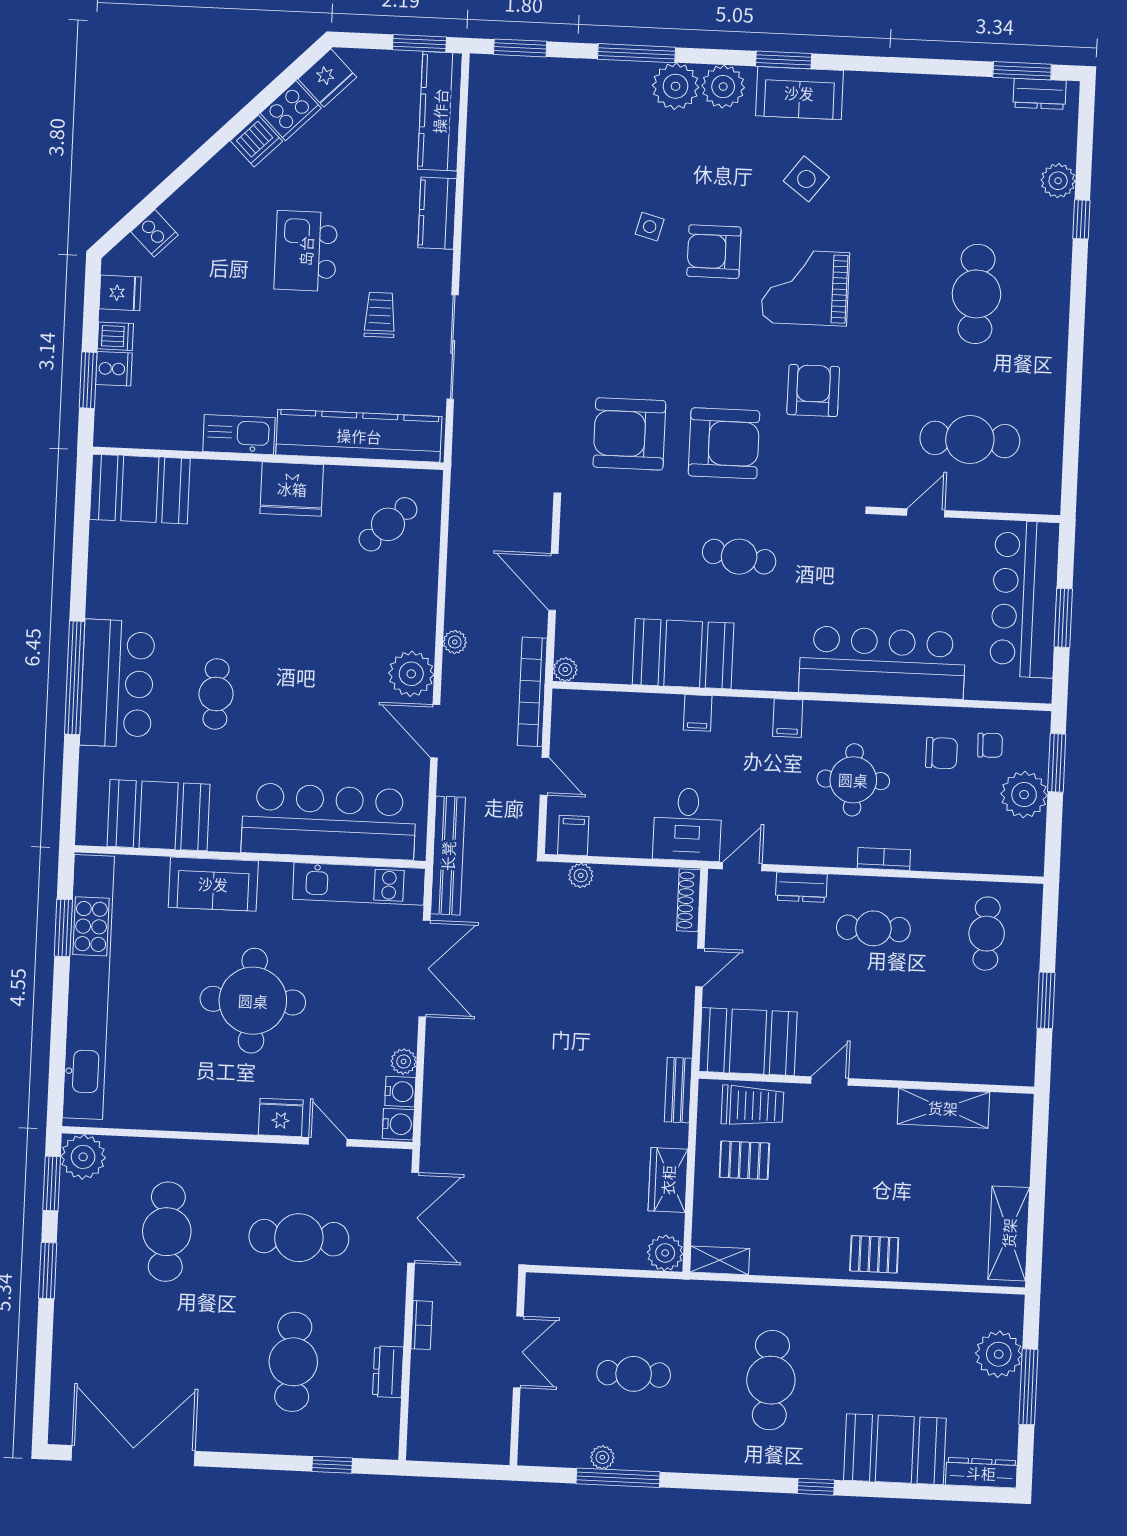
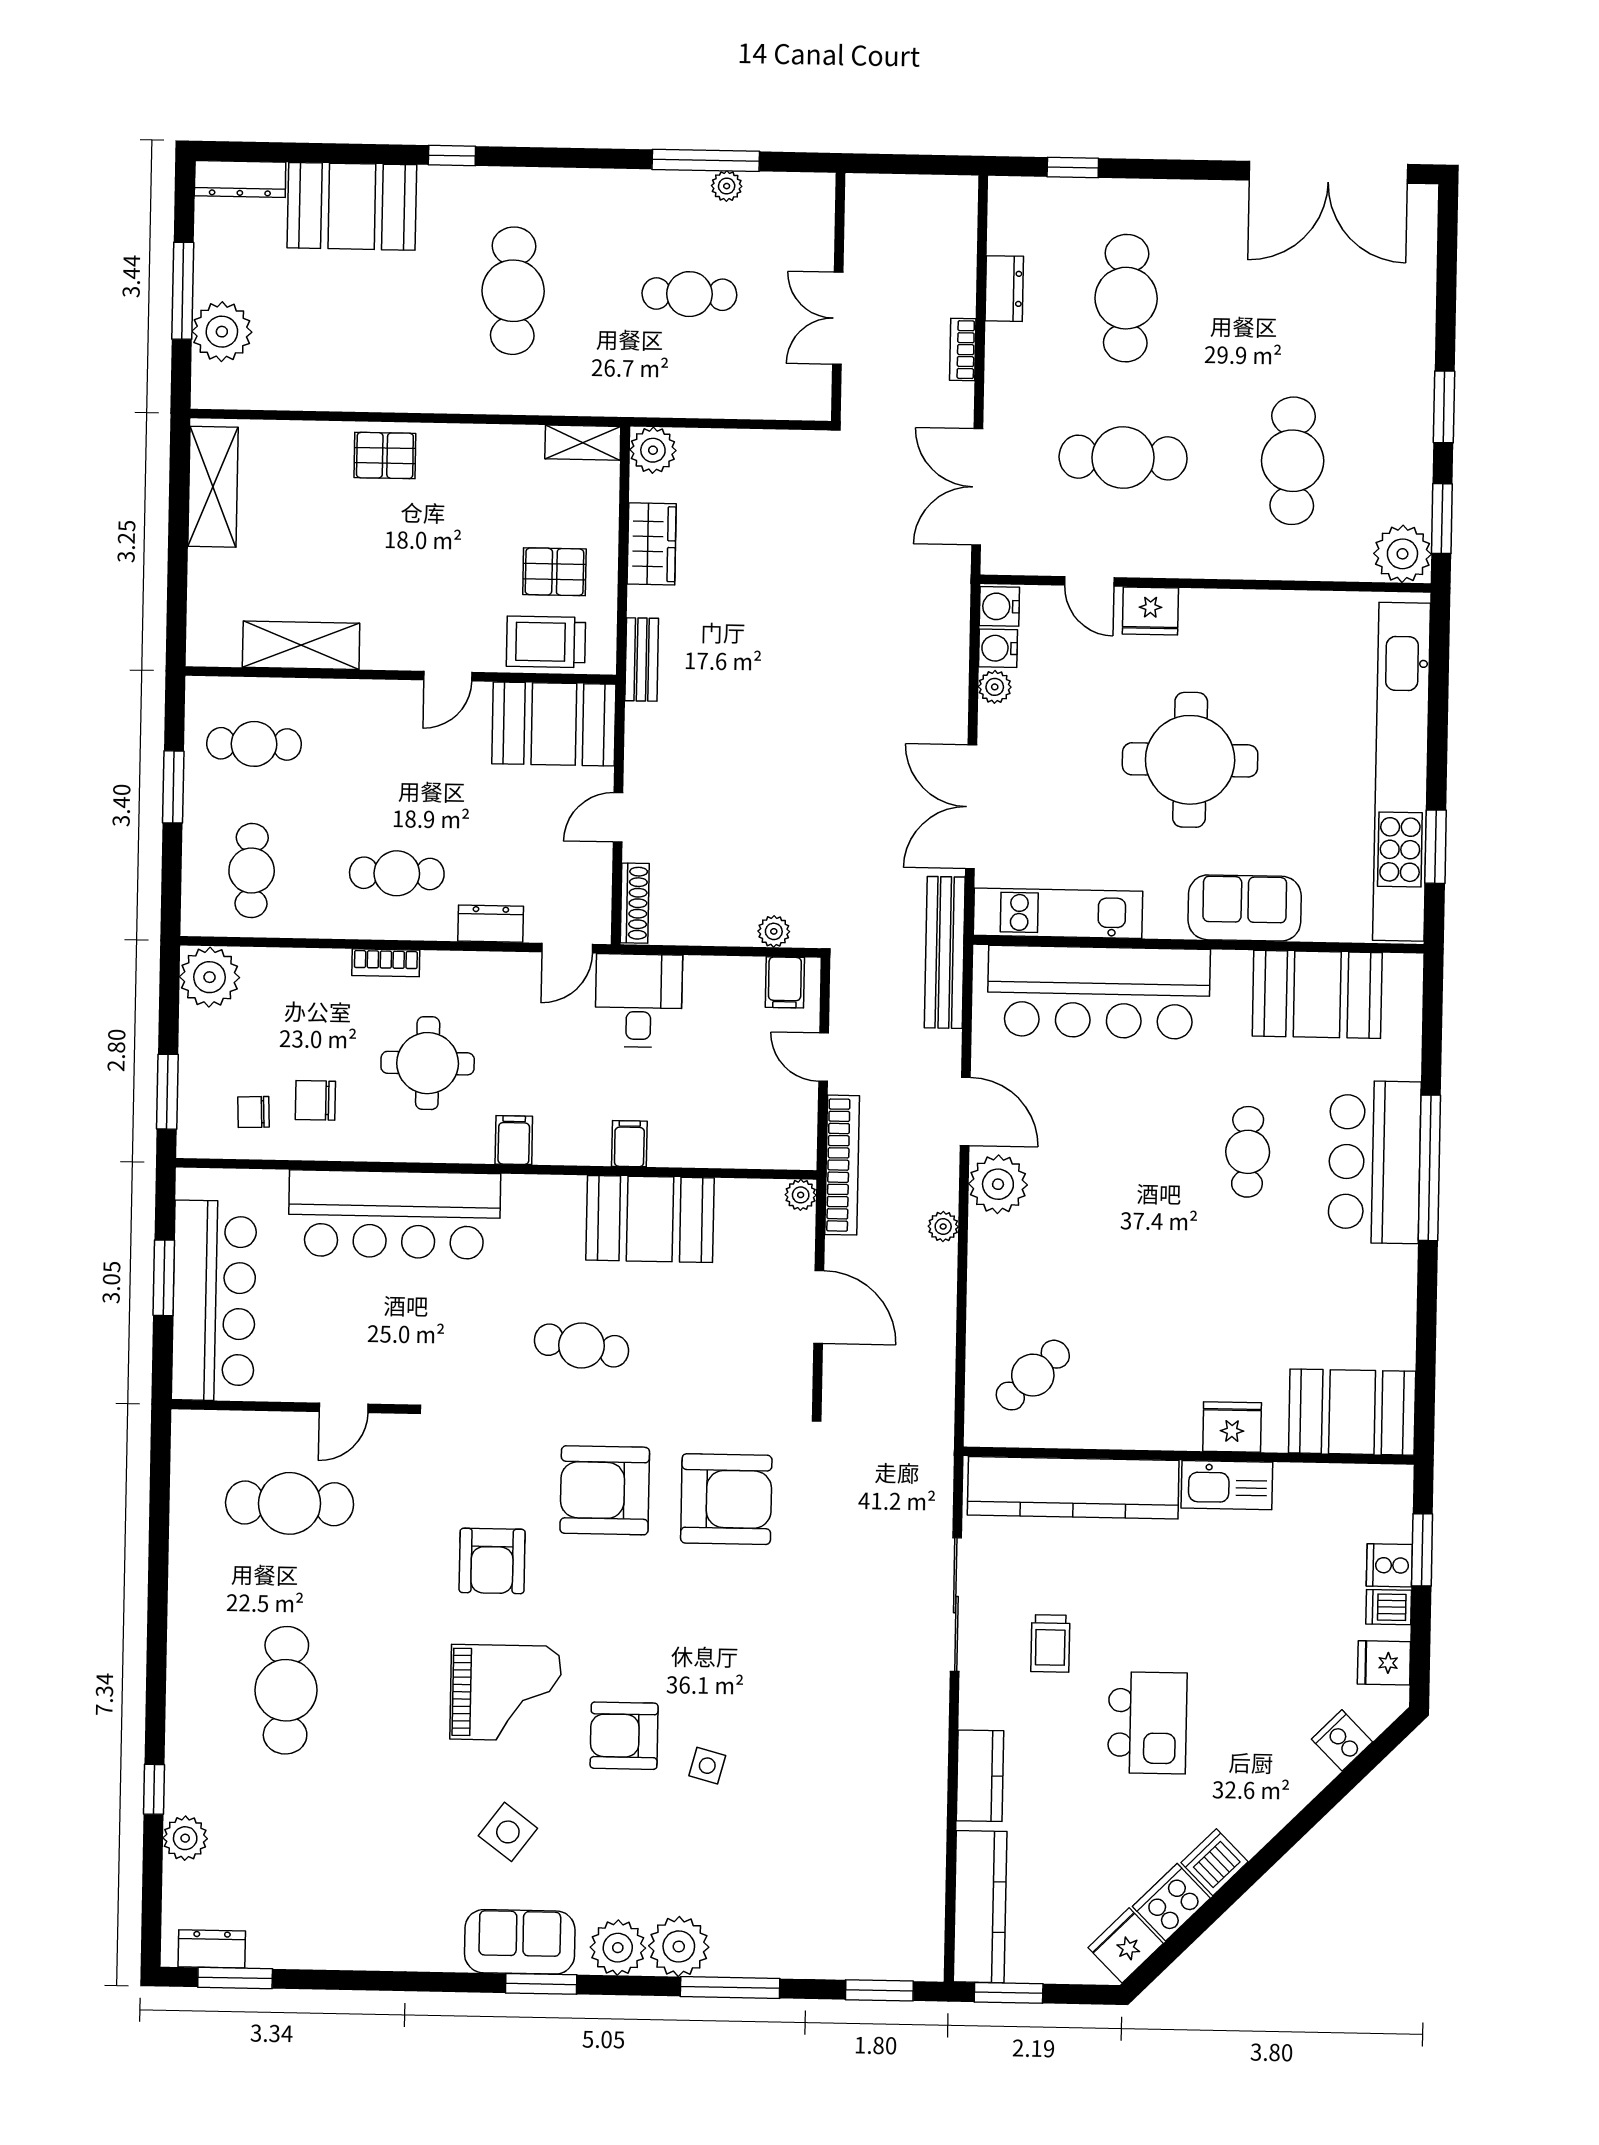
armchair: (714, 252) -> (624, 1736), turned 180
fridge: (292, 489) -> (1232, 1427), moved, width x0.73, depth x0.75
plant: (1024, 795) -> (210, 977), moved
cafe table: (982, 1032) -> (254, 744), added

